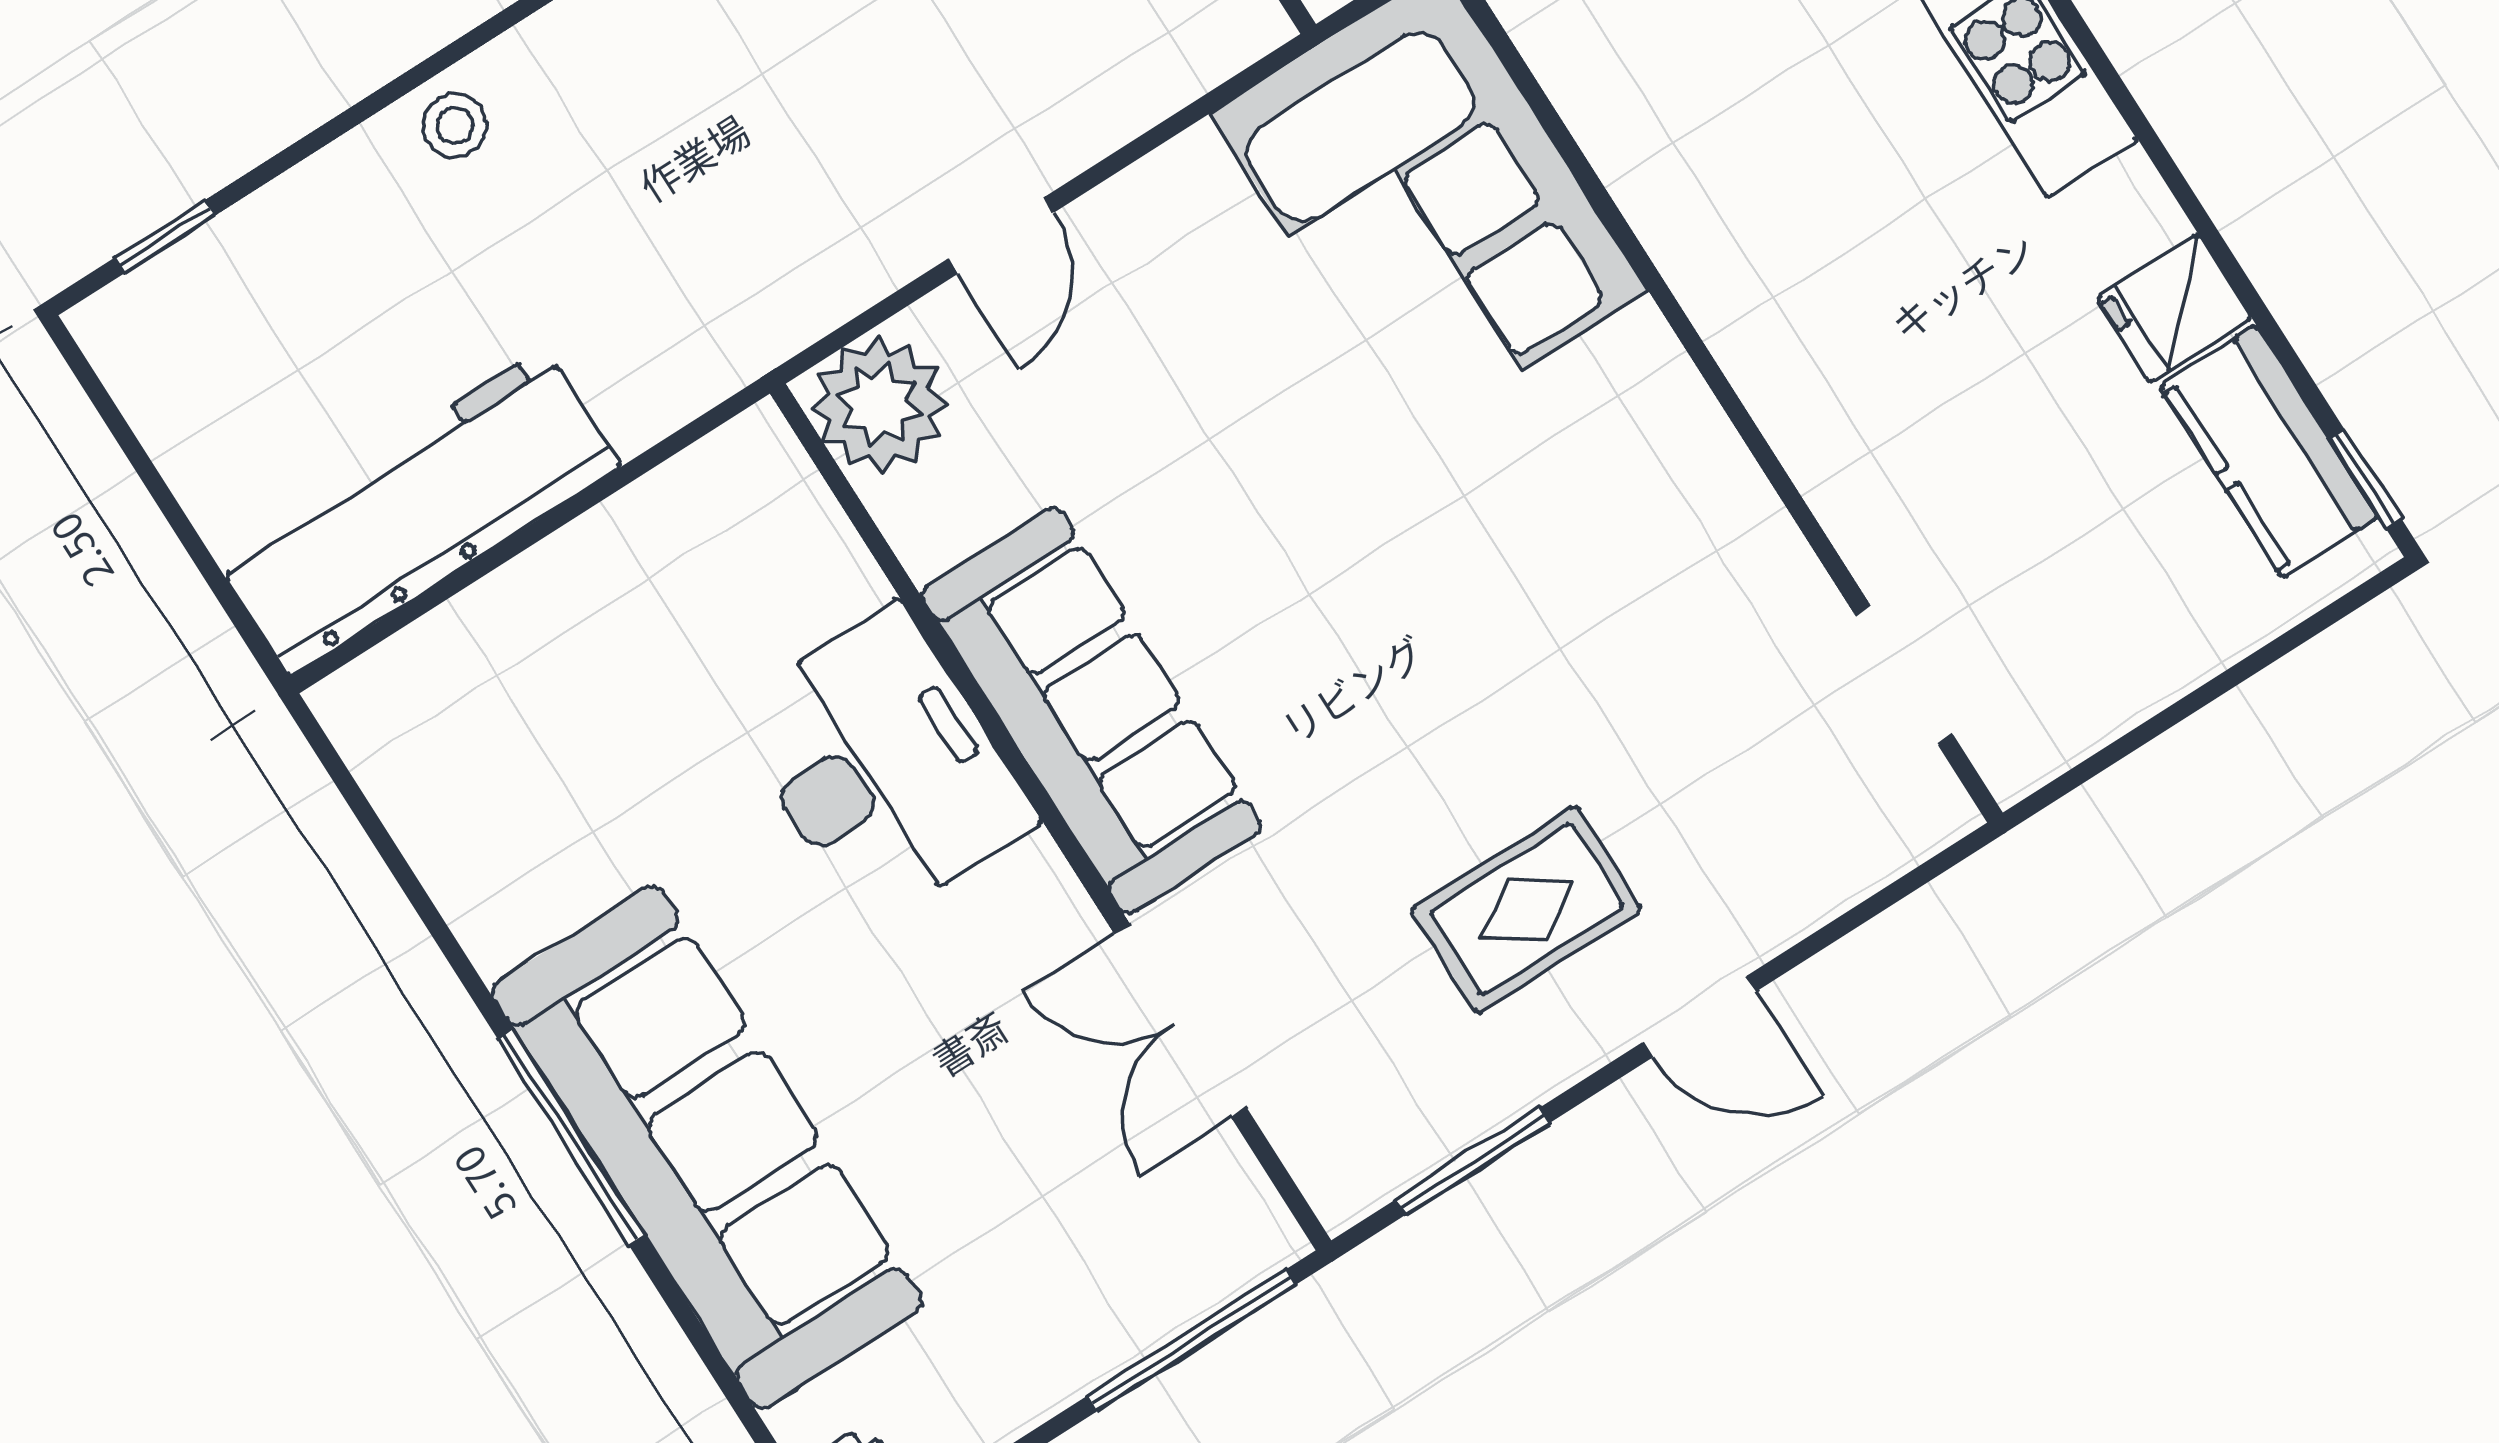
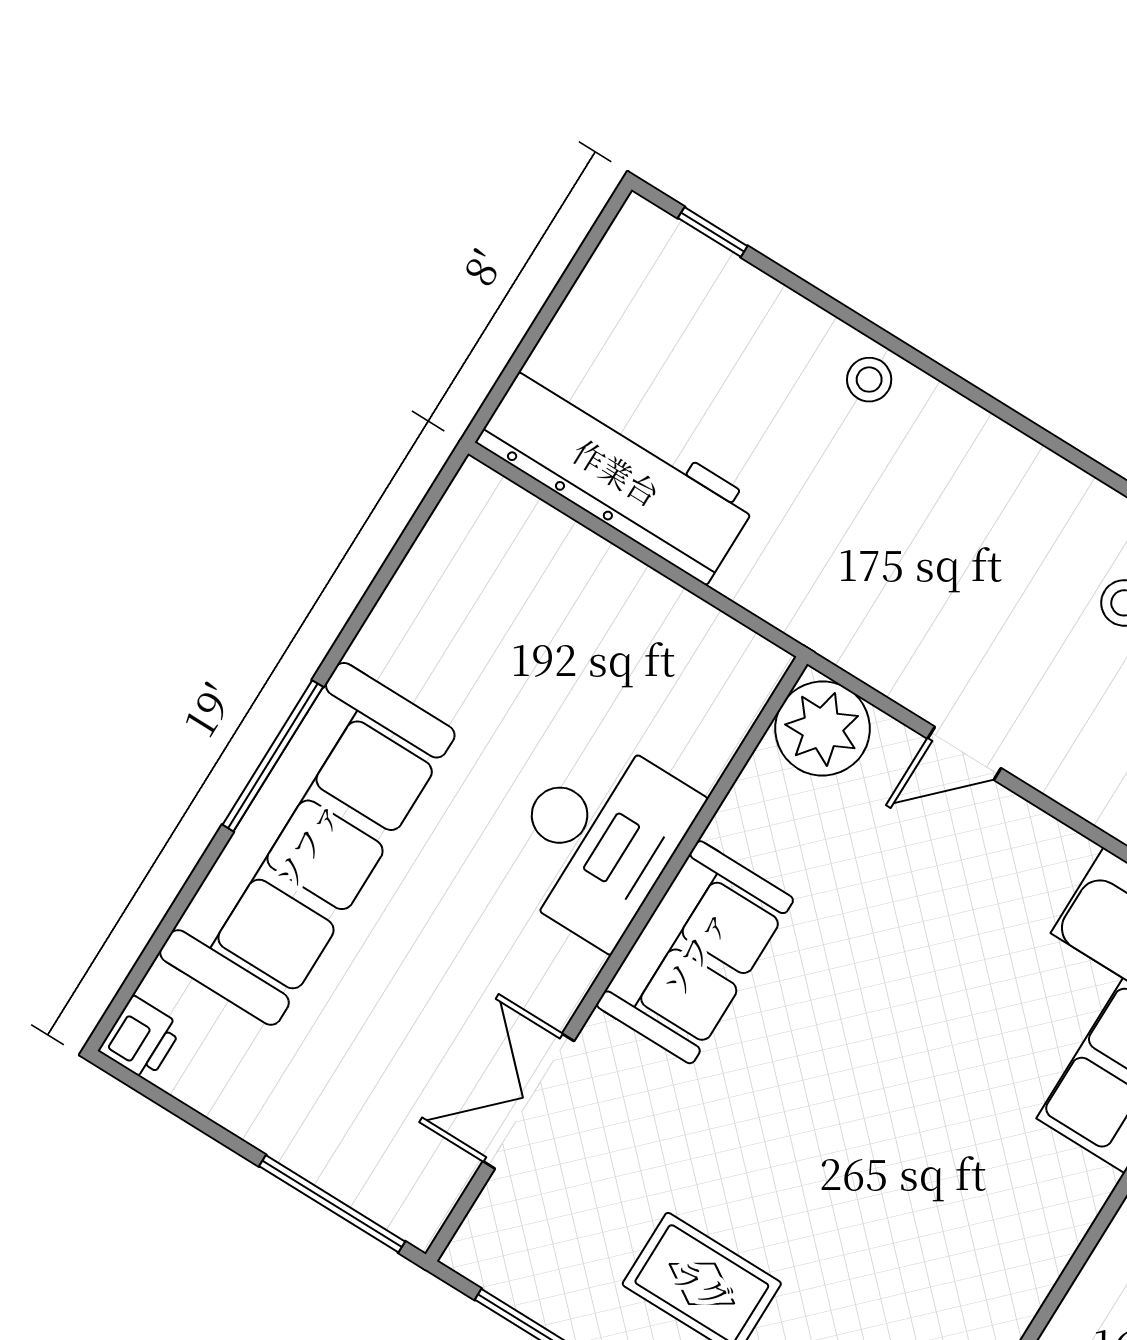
sofa: (1091, 711) -> (695, 952), width x0.73

